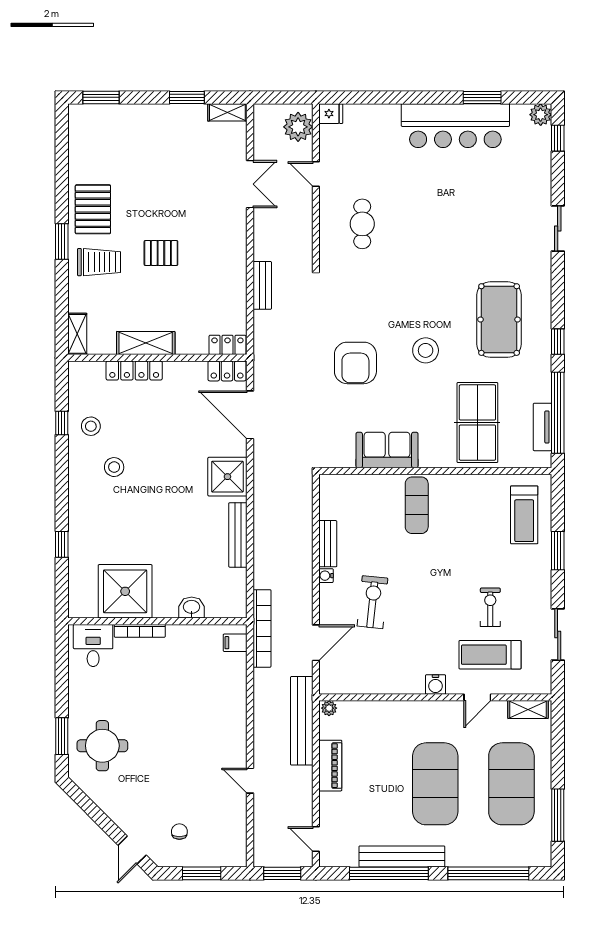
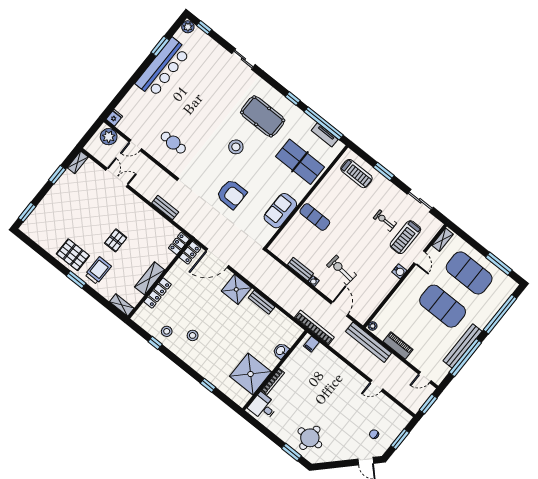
stool: (426, 350) -> (236, 147), moved
bench: (238, 535) -> (262, 302), width x0.73

